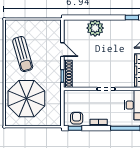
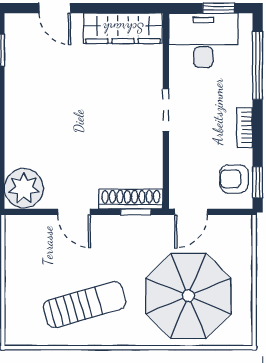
plant: (95, 28) -> (24, 188), moved
door: (62, 50) -> (74, 212), swing flipped
door: (62, 100) -> (191, 212), added

